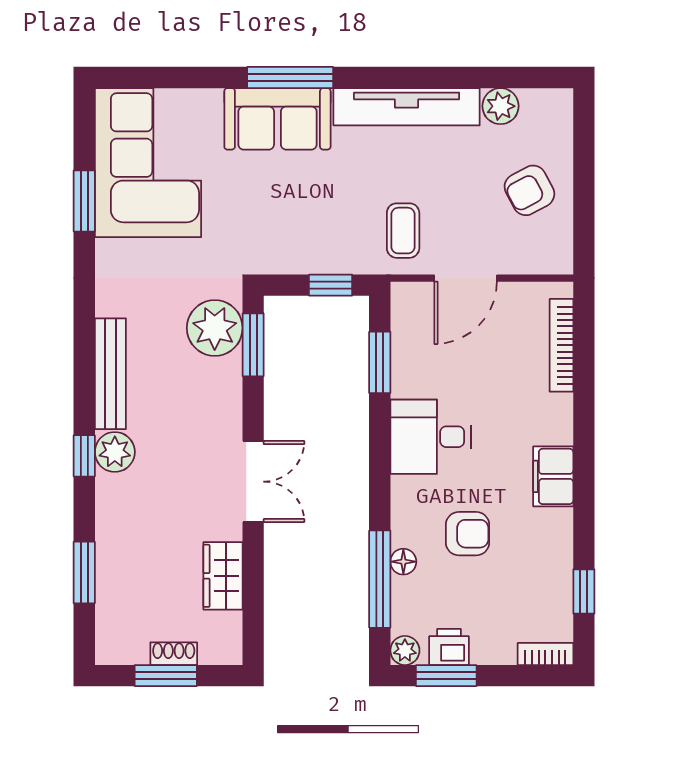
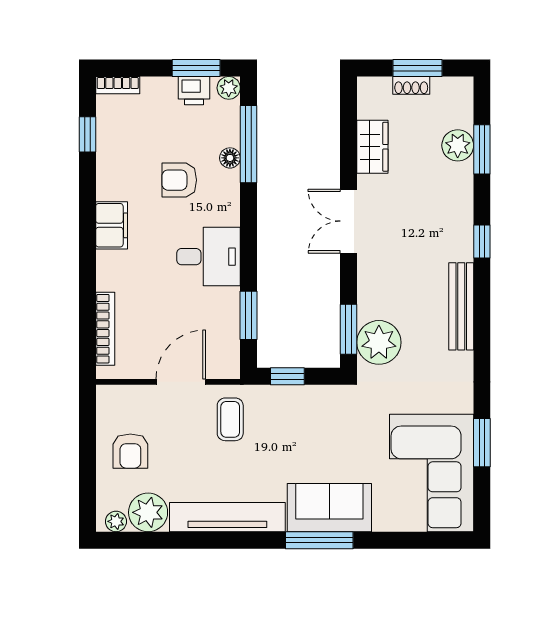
plant: (548, 101) -> (116, 521), added
plant: (501, 106) -> (148, 512), width x1.36, depth x1.36
armchair: (529, 190) -> (130, 451), turned 118
plant: (115, 452) -> (458, 145), moved

